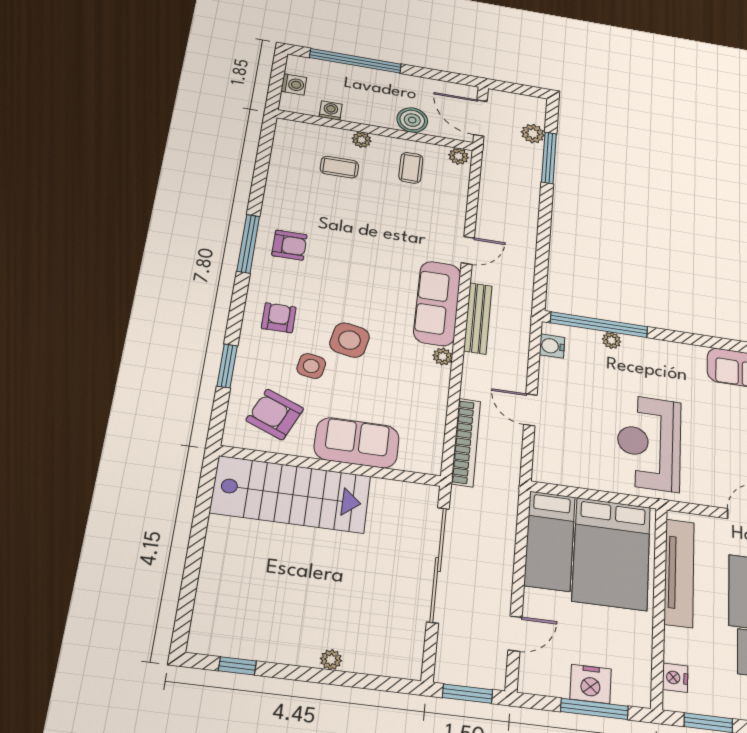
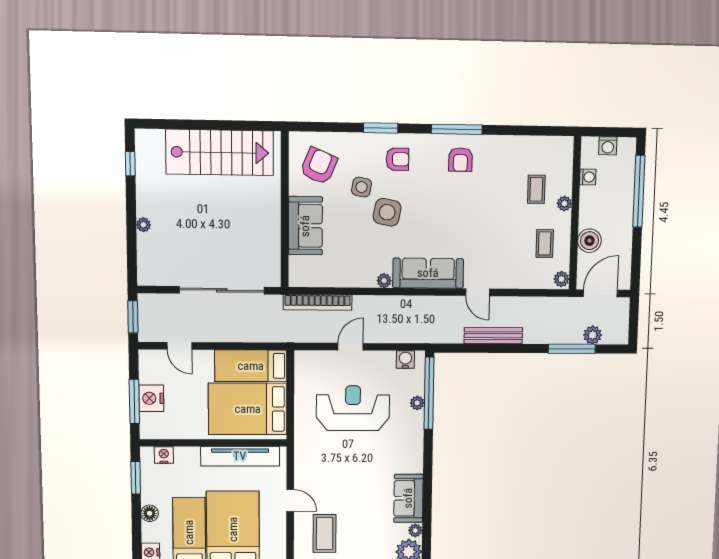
coffee table: (411, 168) -> (545, 243), turned 90
bench: (478, 318) -> (493, 336), moved
window: (227, 366) -> (381, 128), moved
reception desk: (649, 443) -> (353, 408), moved
stairs: (291, 494) -> (220, 152), moved, turned -90

